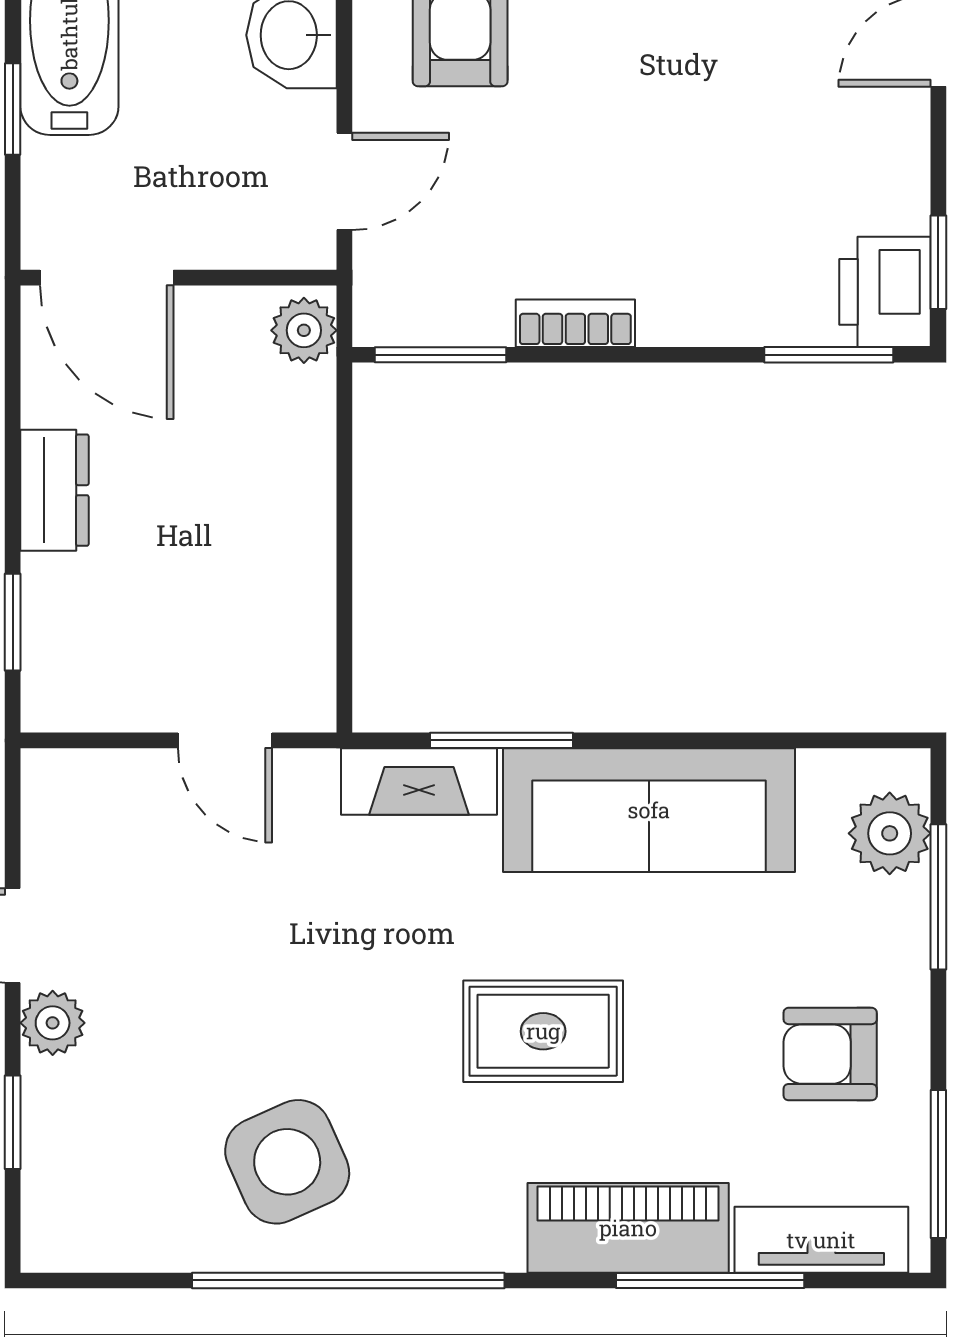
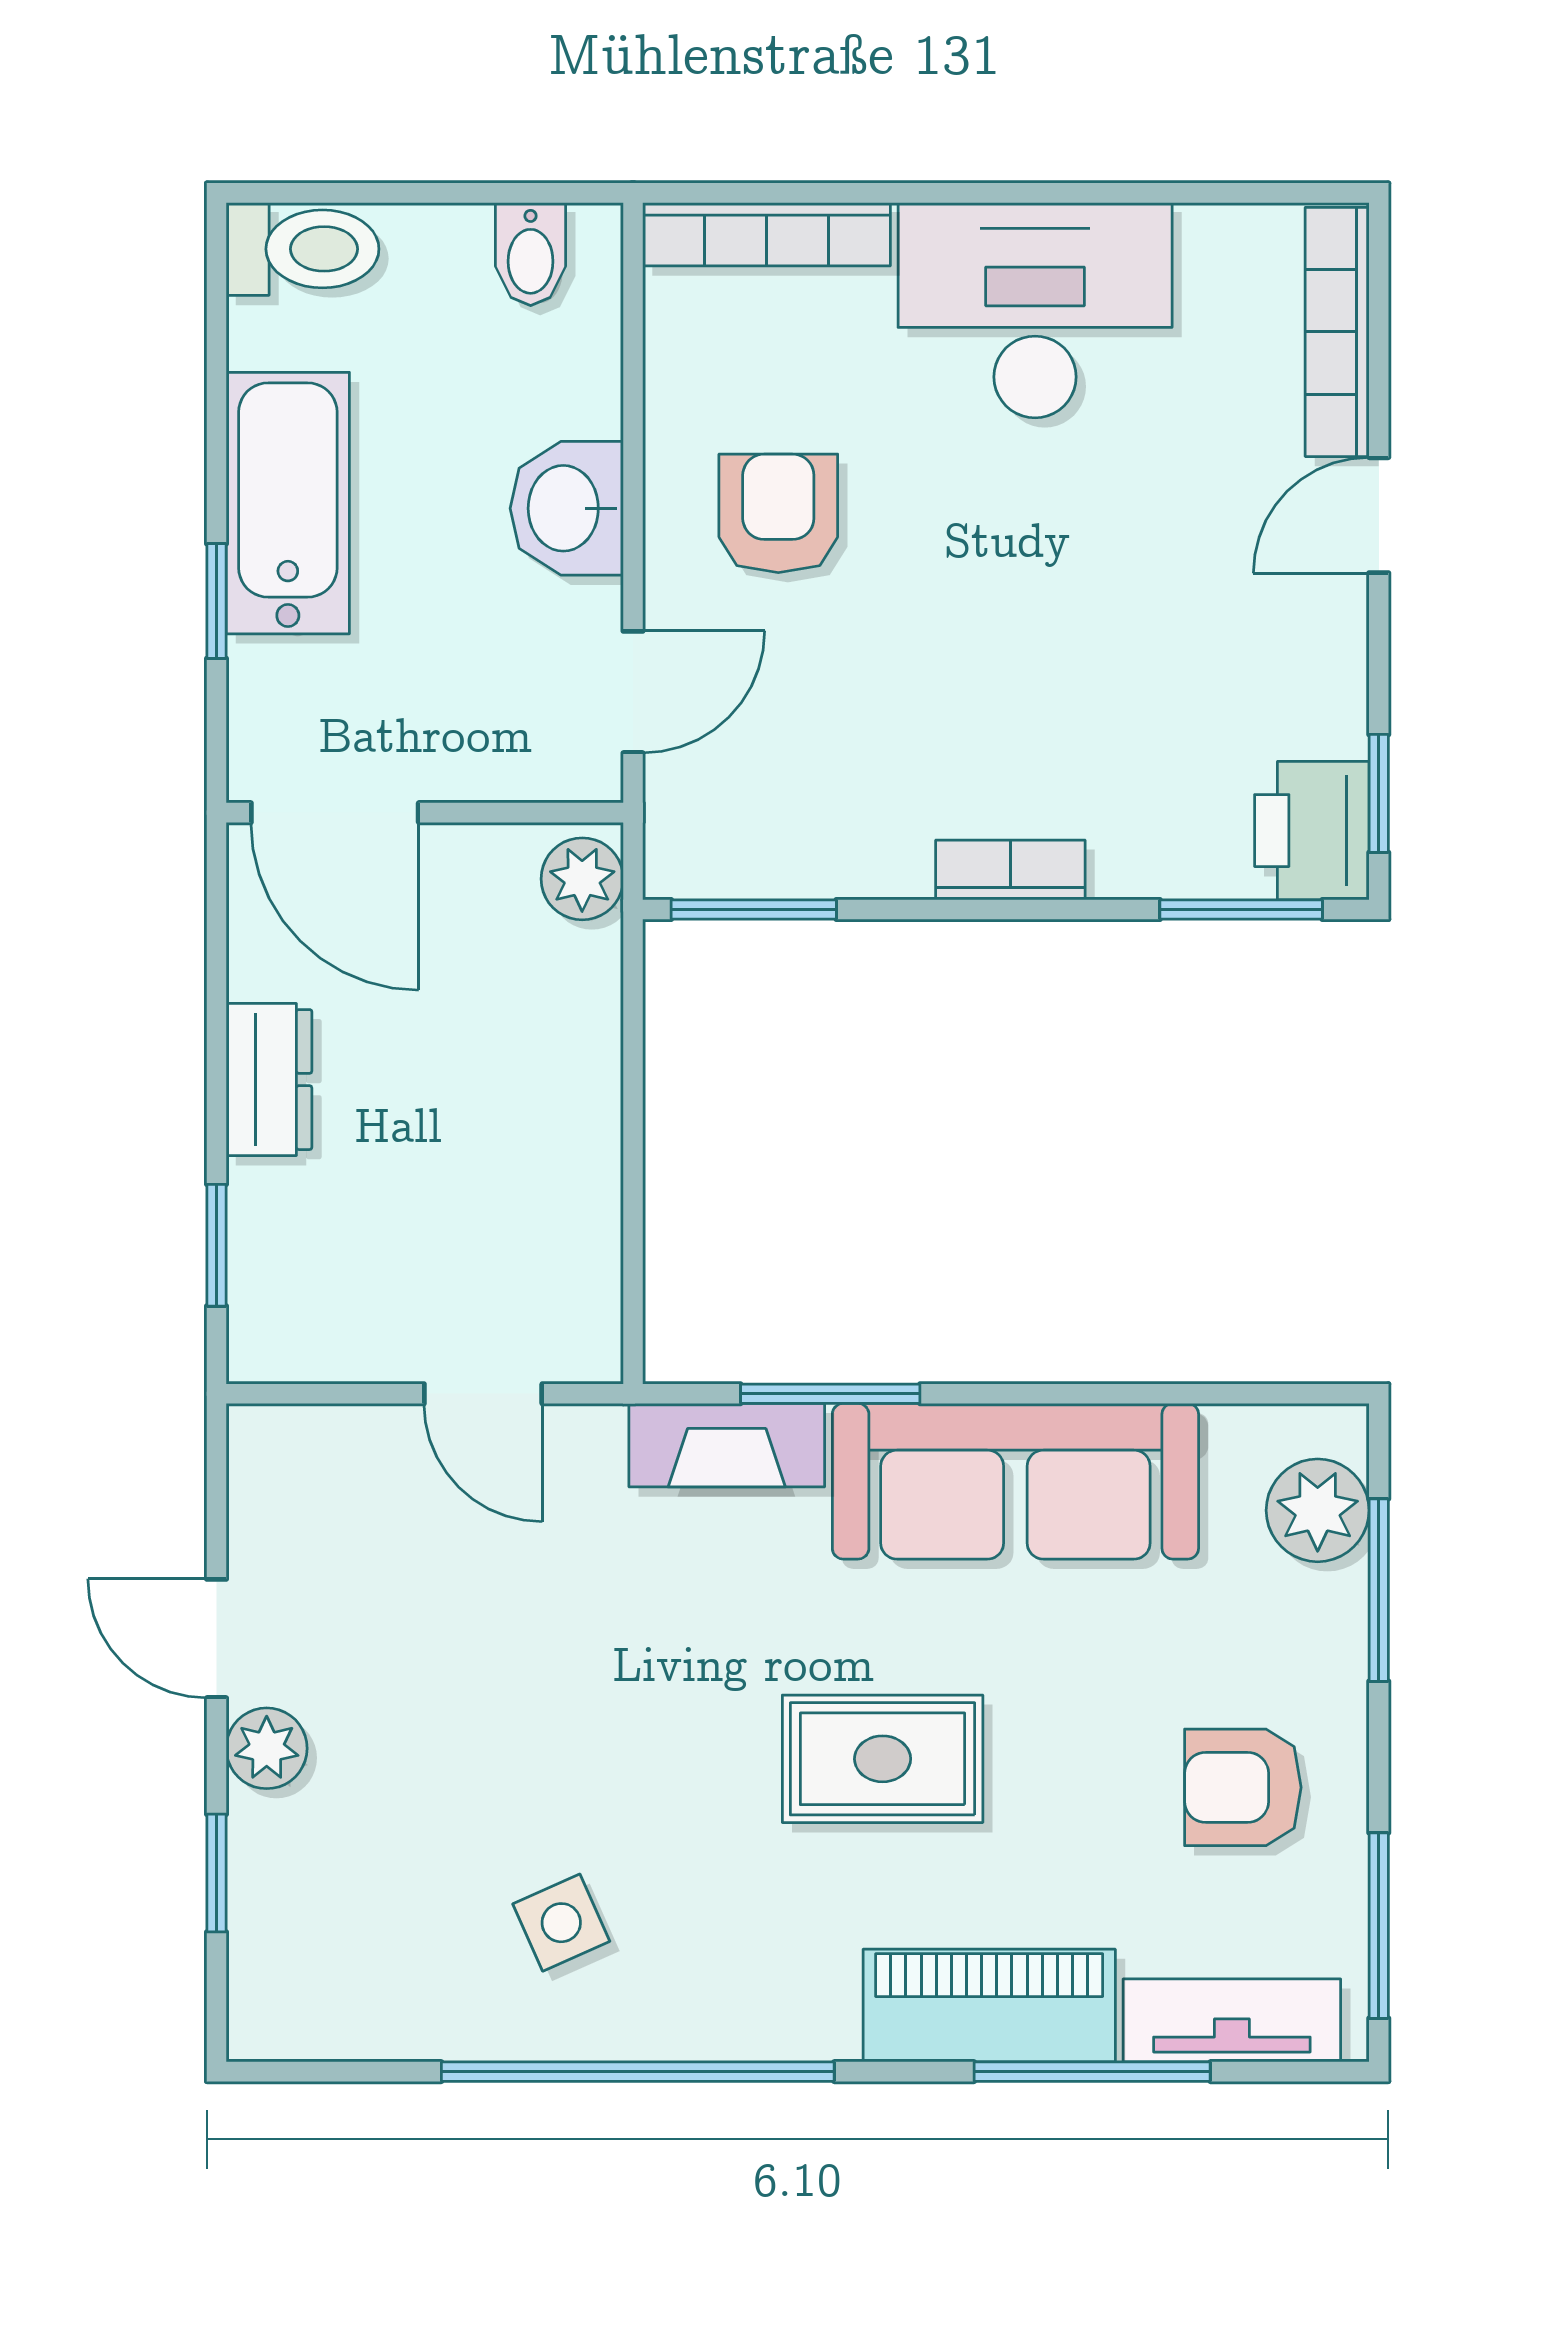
bookcase: (575, 323) -> (1010, 870), moved
side table: (287, 1162) -> (561, 1923), width x0.54, depth x0.54

